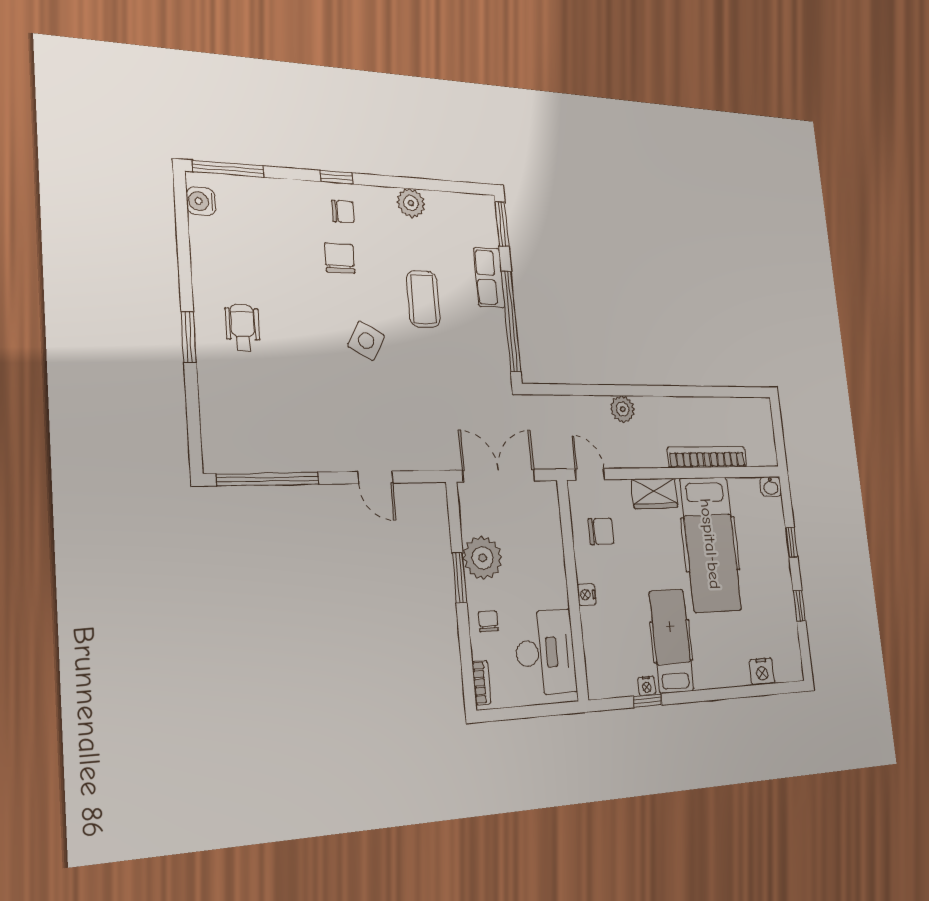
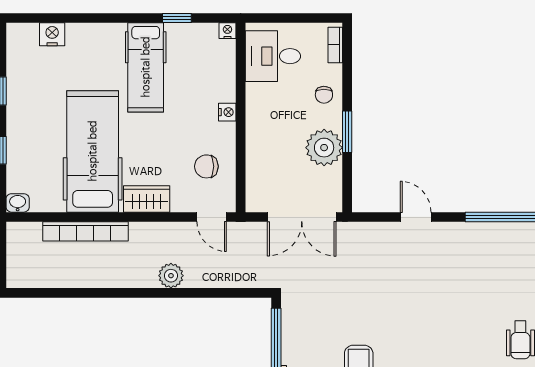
side table: (366, 341) -> (414, 332), removed
desk: (545, 652) -> (273, 56), width x0.73
nightstand: (647, 686) -> (227, 31), moved

